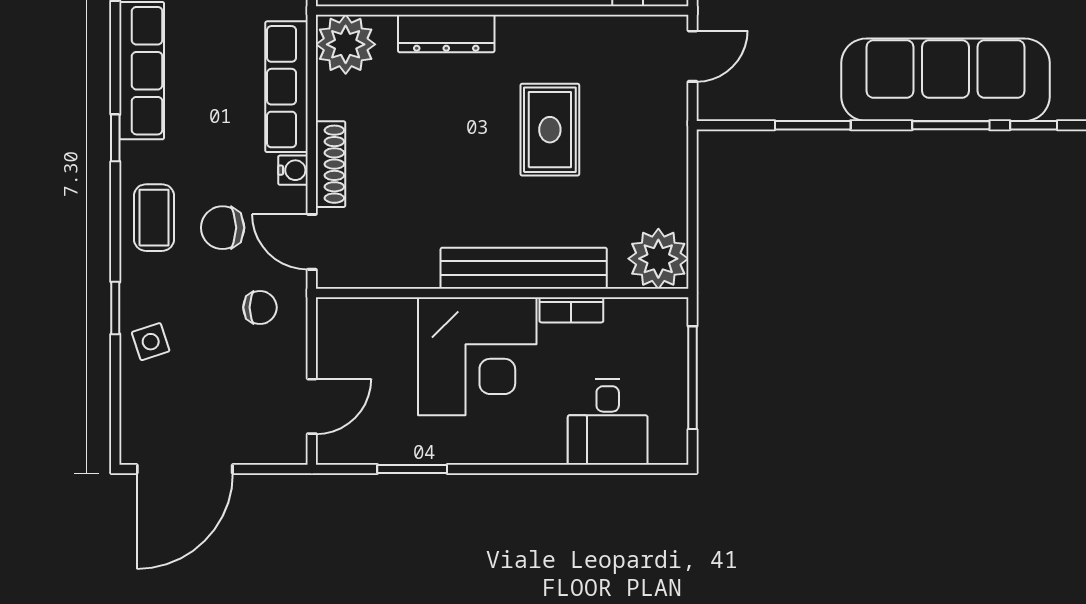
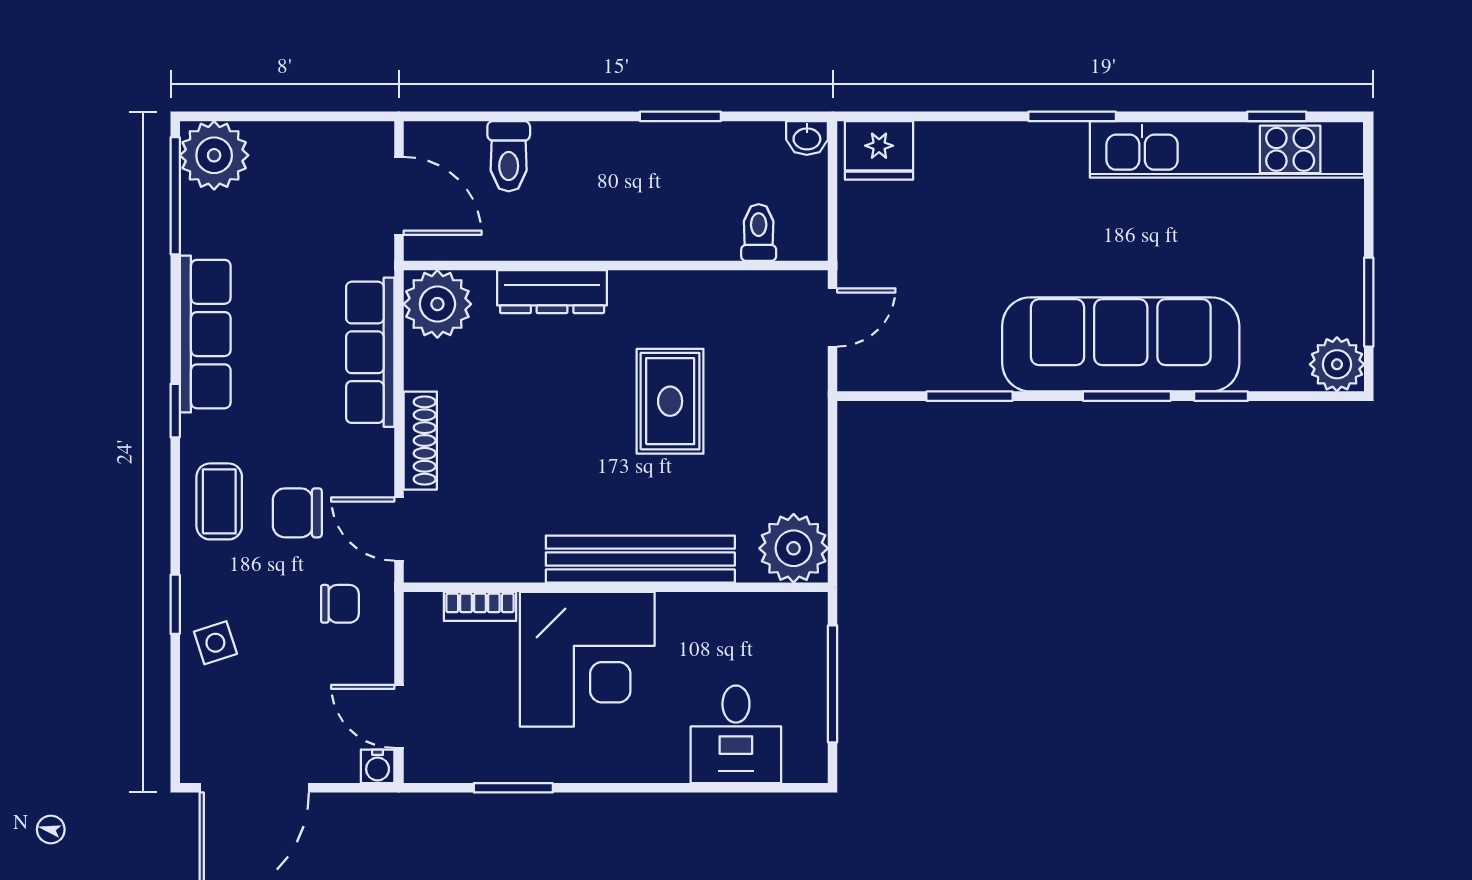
water cooler: (293, 170) -> (378, 766), moved, turned 90
bookcase: (571, 310) -> (480, 606), moved
door: (312, 406) -> (399, 716), swing flipped

